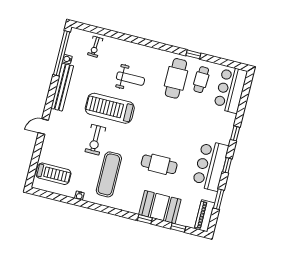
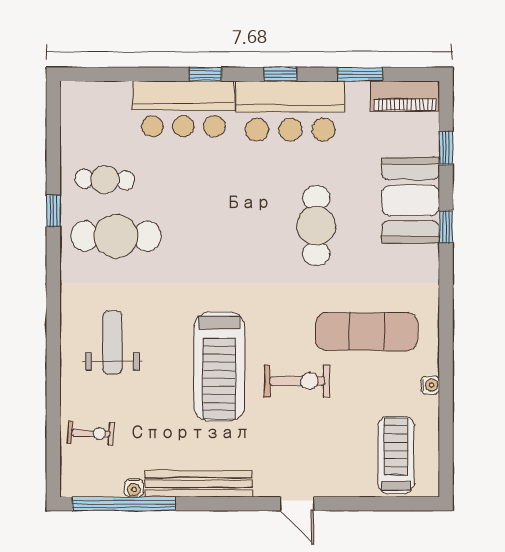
weight bench: (130, 79) -> (112, 342), moved
bar counter: (231, 90) -> (183, 109), moved

